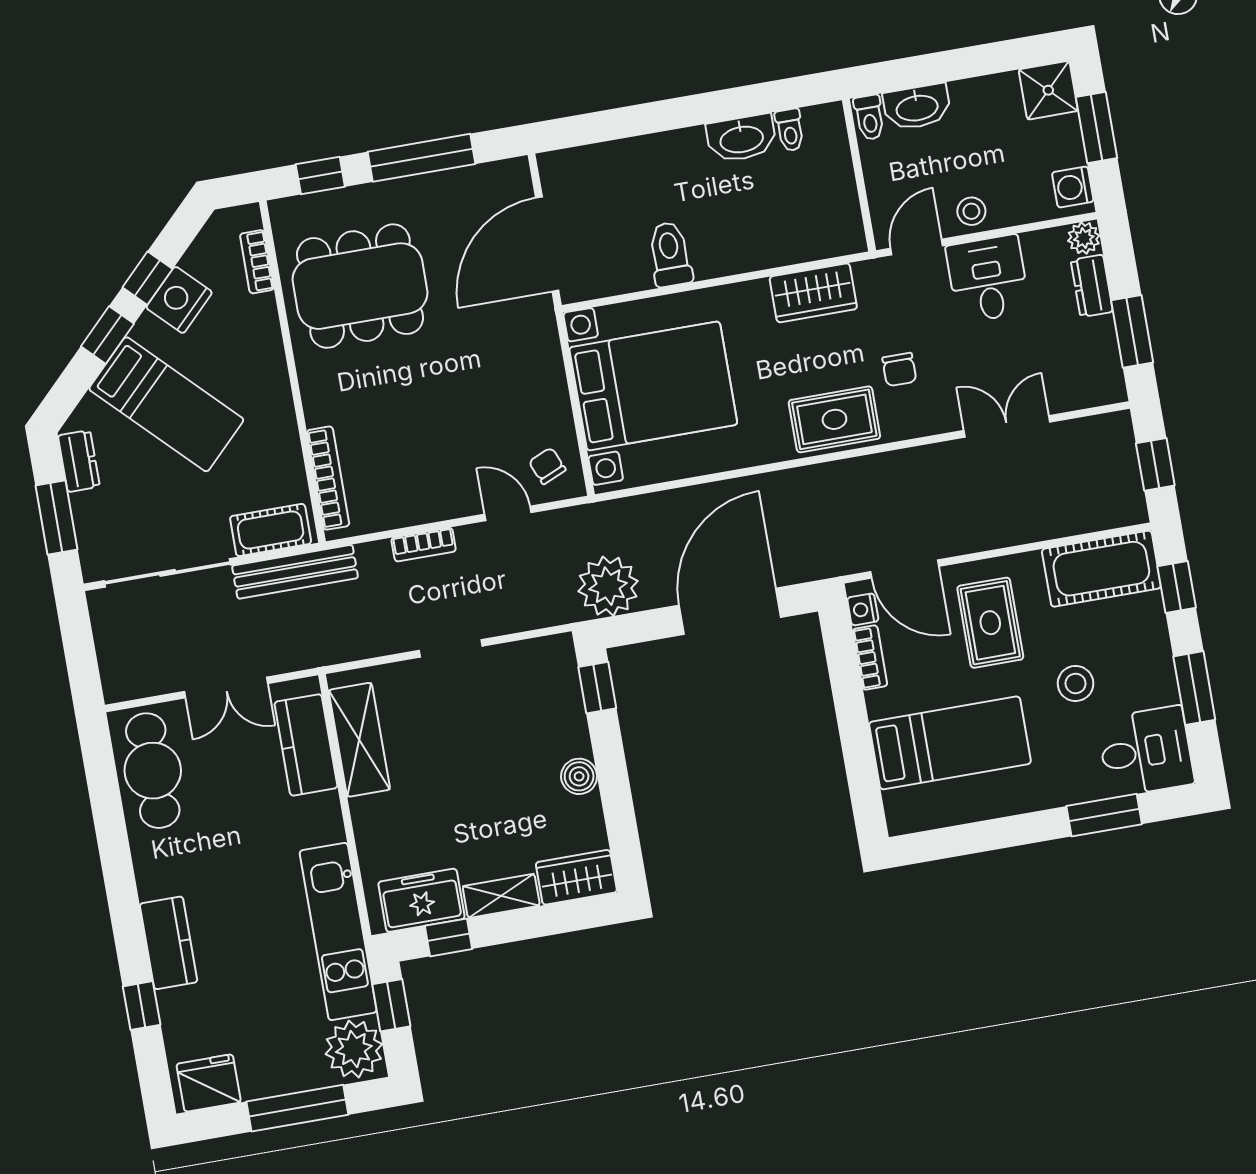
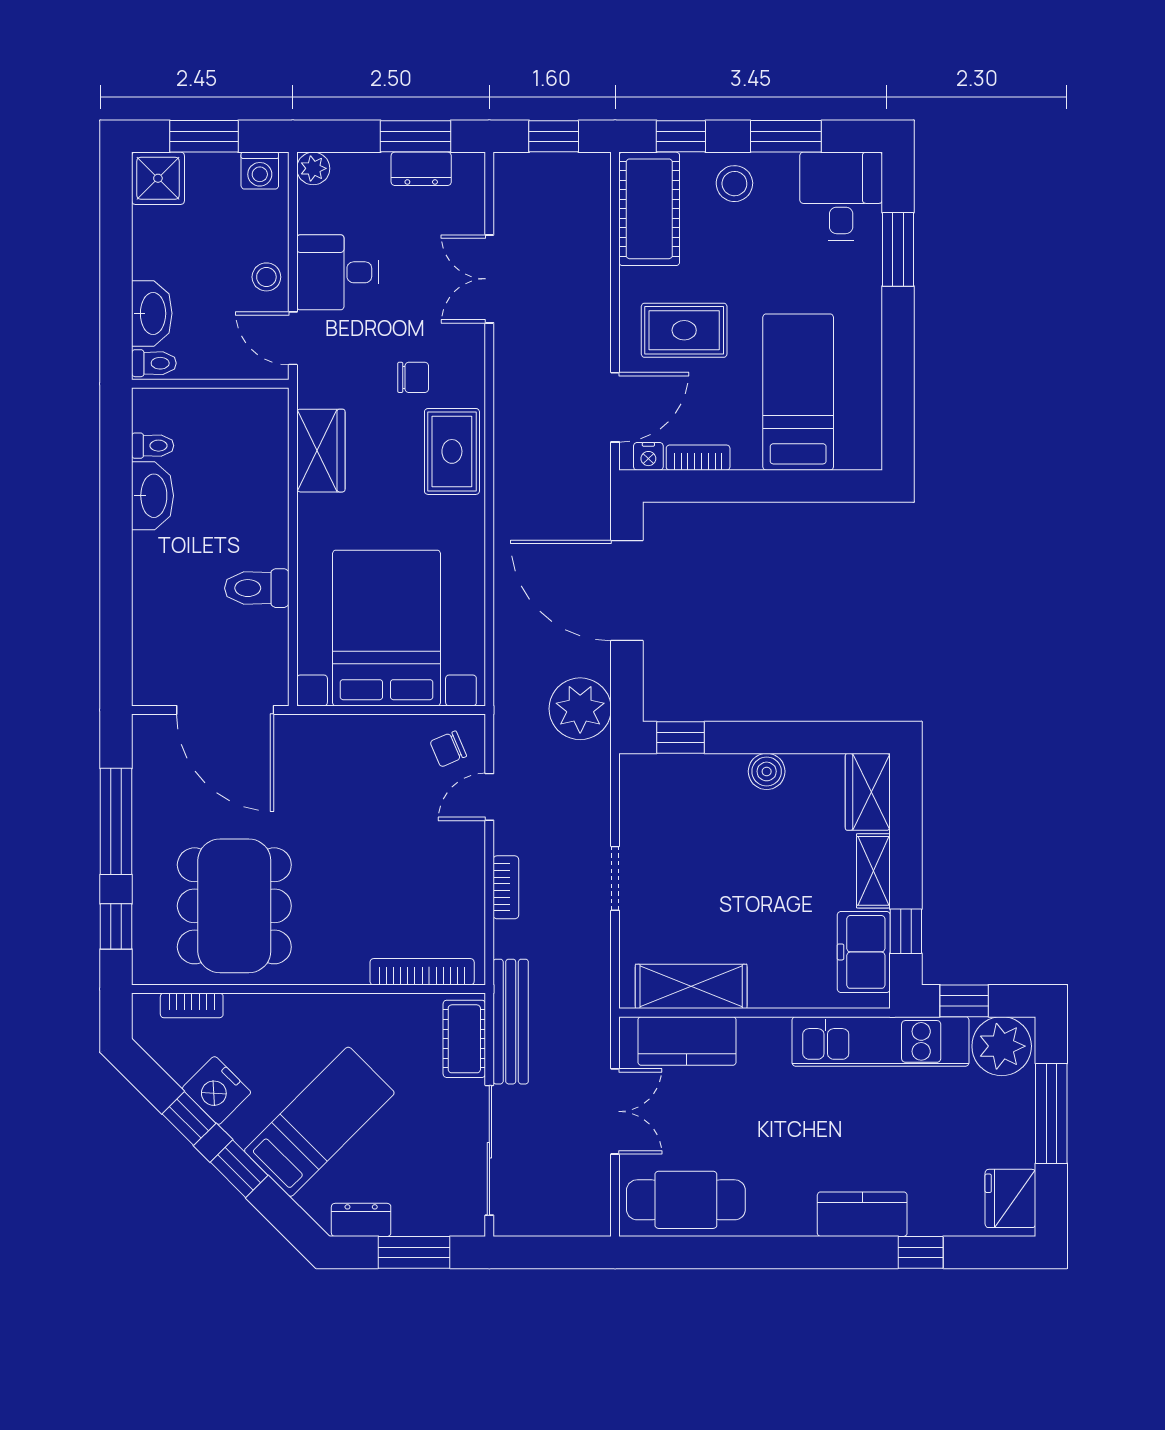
dresser: (1092, 286) -> (421, 169), moved
stool: (1076, 683) -> (734, 184), moved

